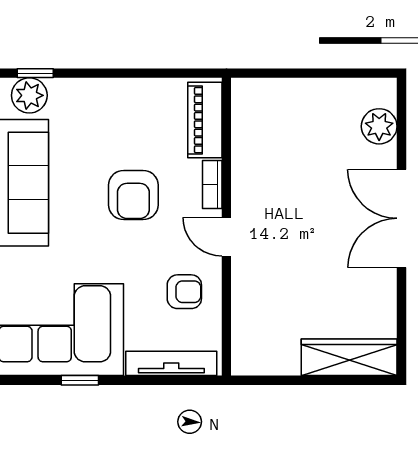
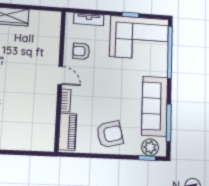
armchair: (133, 195) -> (110, 134), moved, turned 76
tv unit: (171, 363) -> (89, 19), width x0.71

